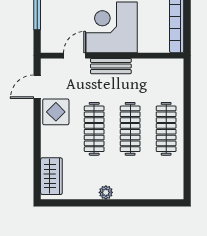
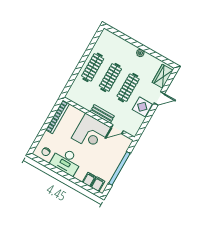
door: (37, 87) -> (159, 98), moved

